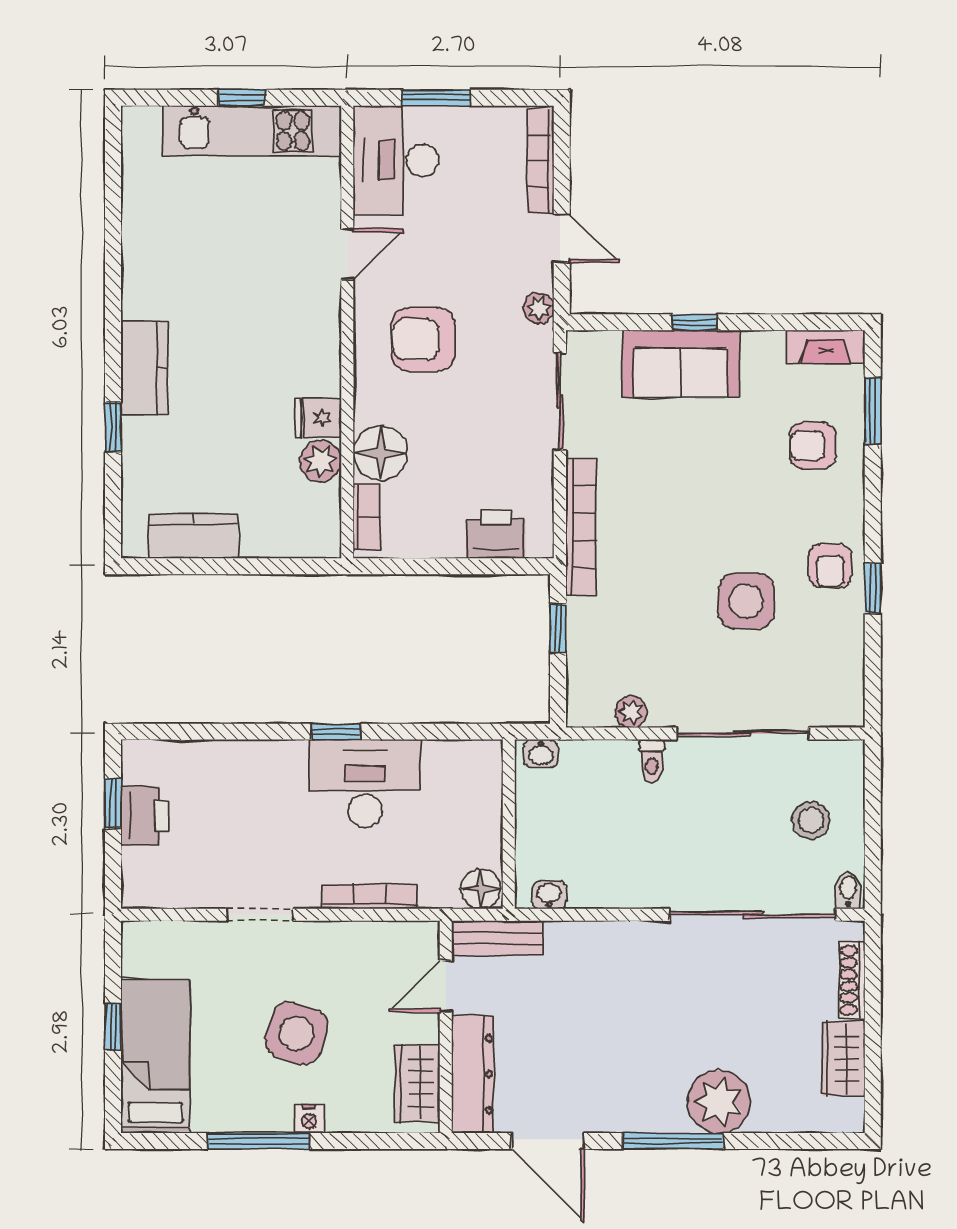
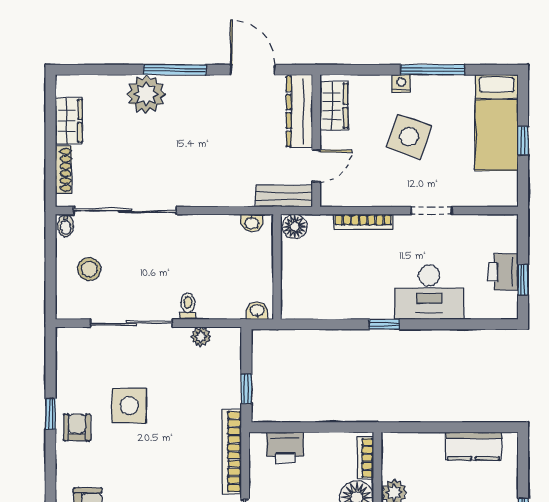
desk: (365, 783) -> (429, 292), moved

